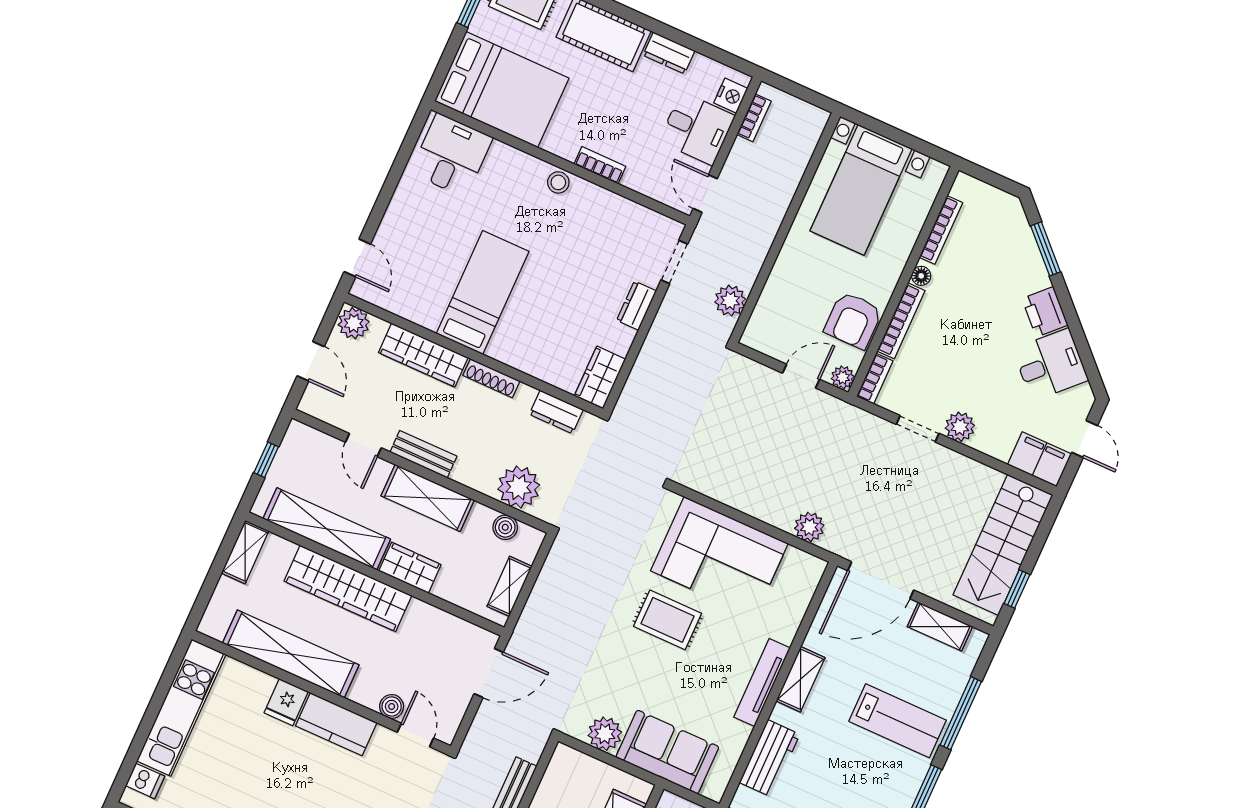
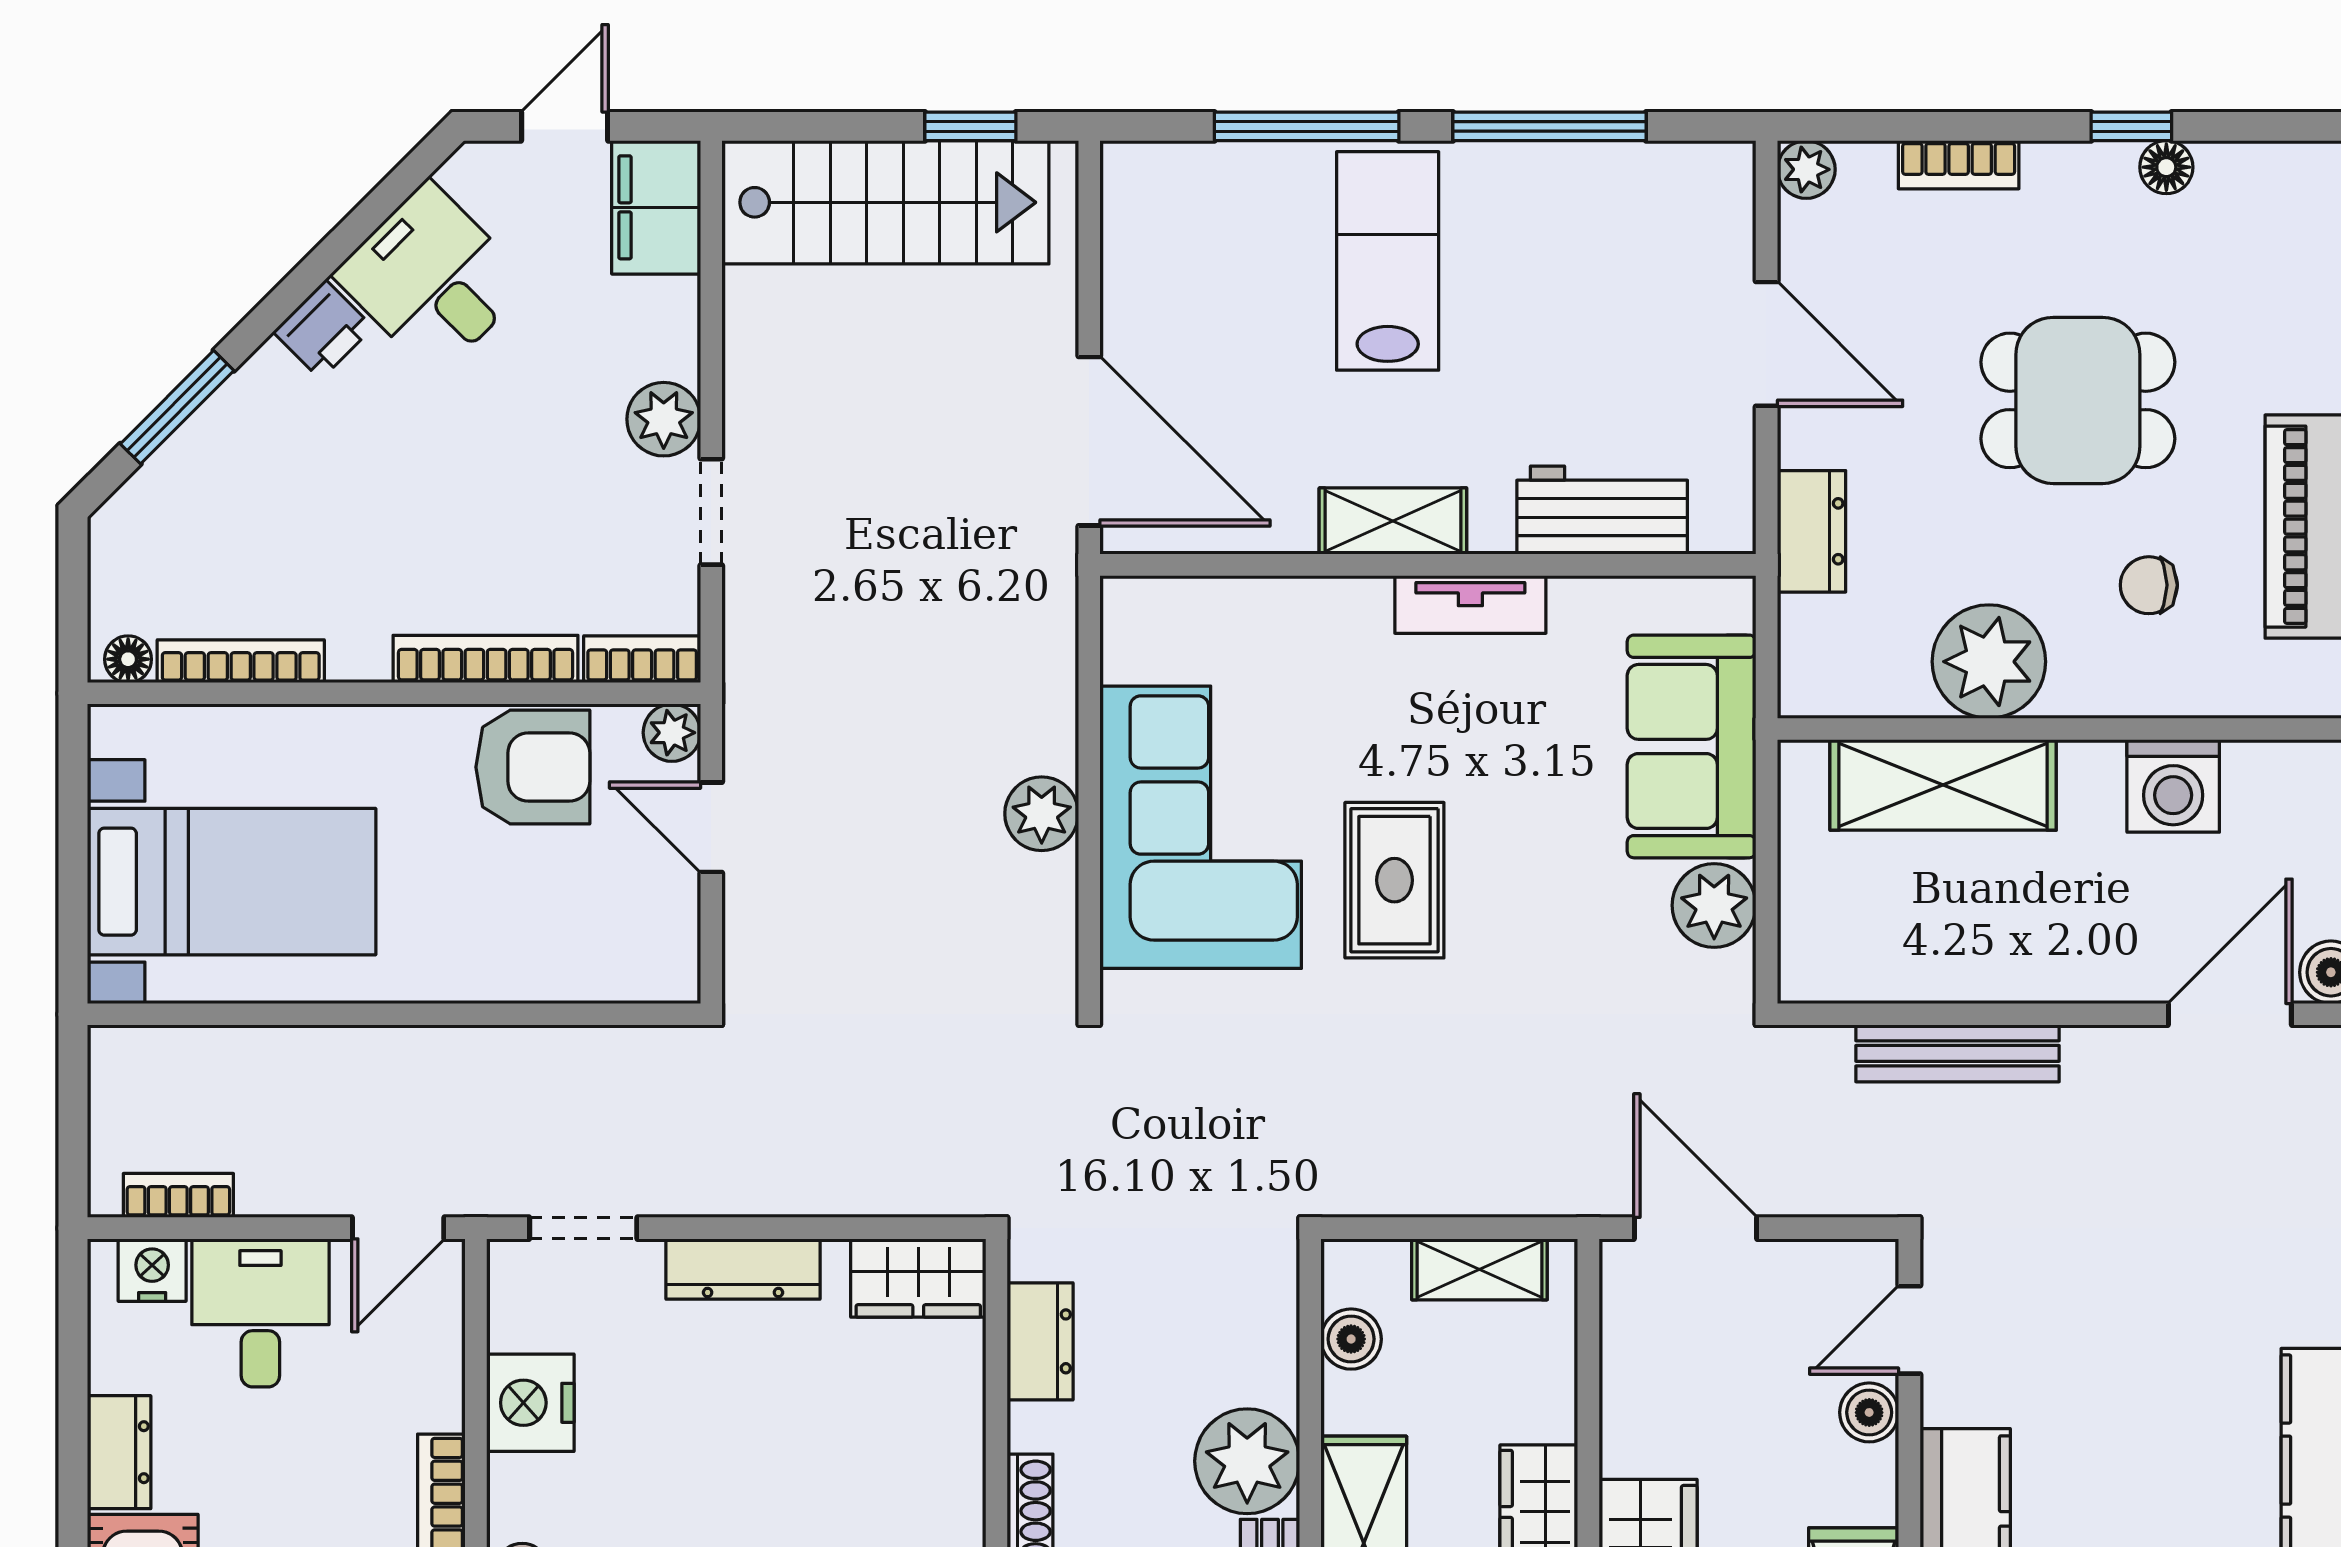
nightstand: (619, 213) -> (530, 1403), added
floor lamp: (921, 276) -> (128, 659), moved
plant: (730, 301) -> (613, 1064), removed
dresser: (636, 306) -> (743, 1269), width x1.44
printer: (1045, 312) -> (323, 330), width x0.73, depth x0.81
plant: (519, 487) -> (1247, 1461), moved
plant: (809, 527) -> (1042, 814), moved
shelving: (940, 627) -> (1133, 261), removed
tv unit: (762, 683) -> (1470, 604), width x0.71

